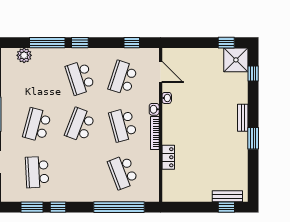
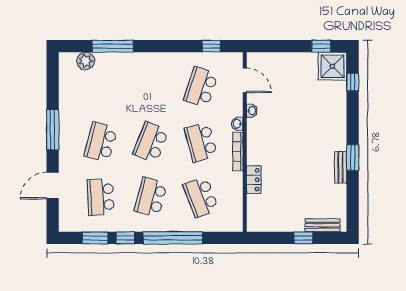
window: (80, 43) -> (151, 46), removed
school desk: (80, 78) -> (151, 197), moved, turned 33
bench: (243, 118) -> (341, 167), moved
window: (119, 207) -> (173, 238), moved
window: (226, 207) -> (303, 238), moved

